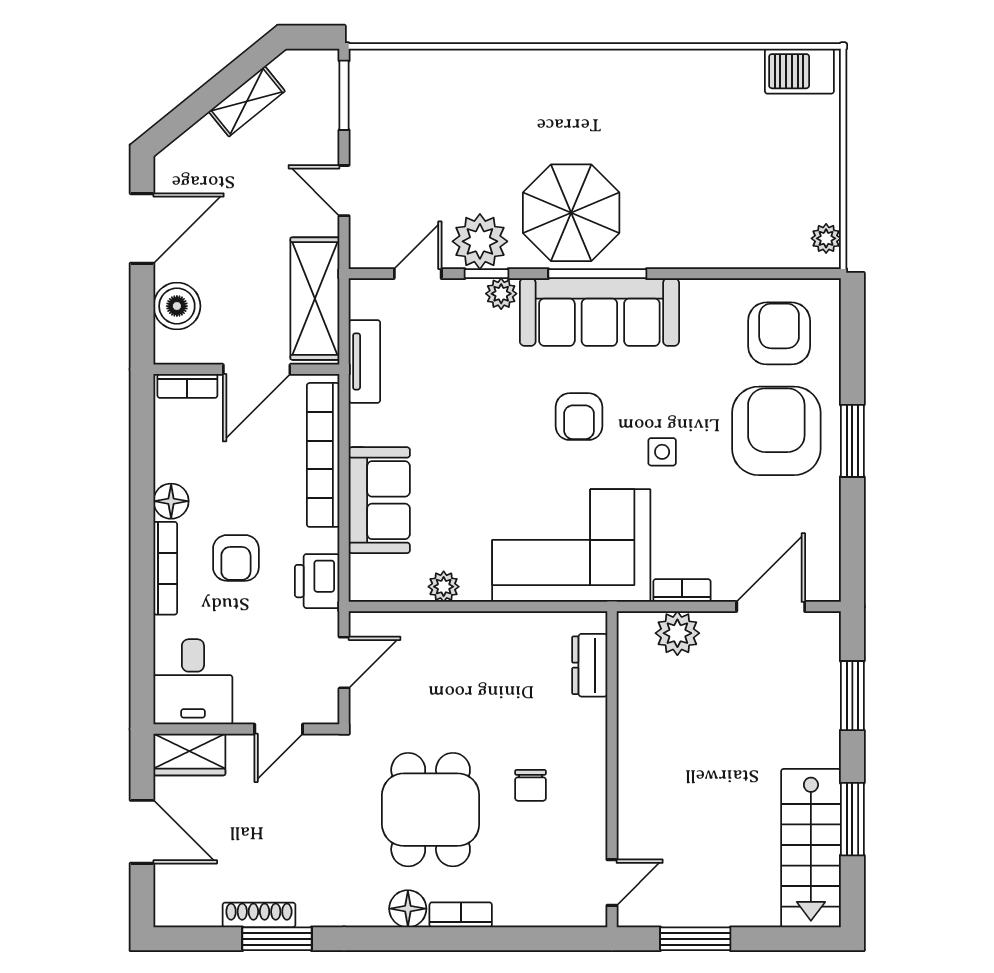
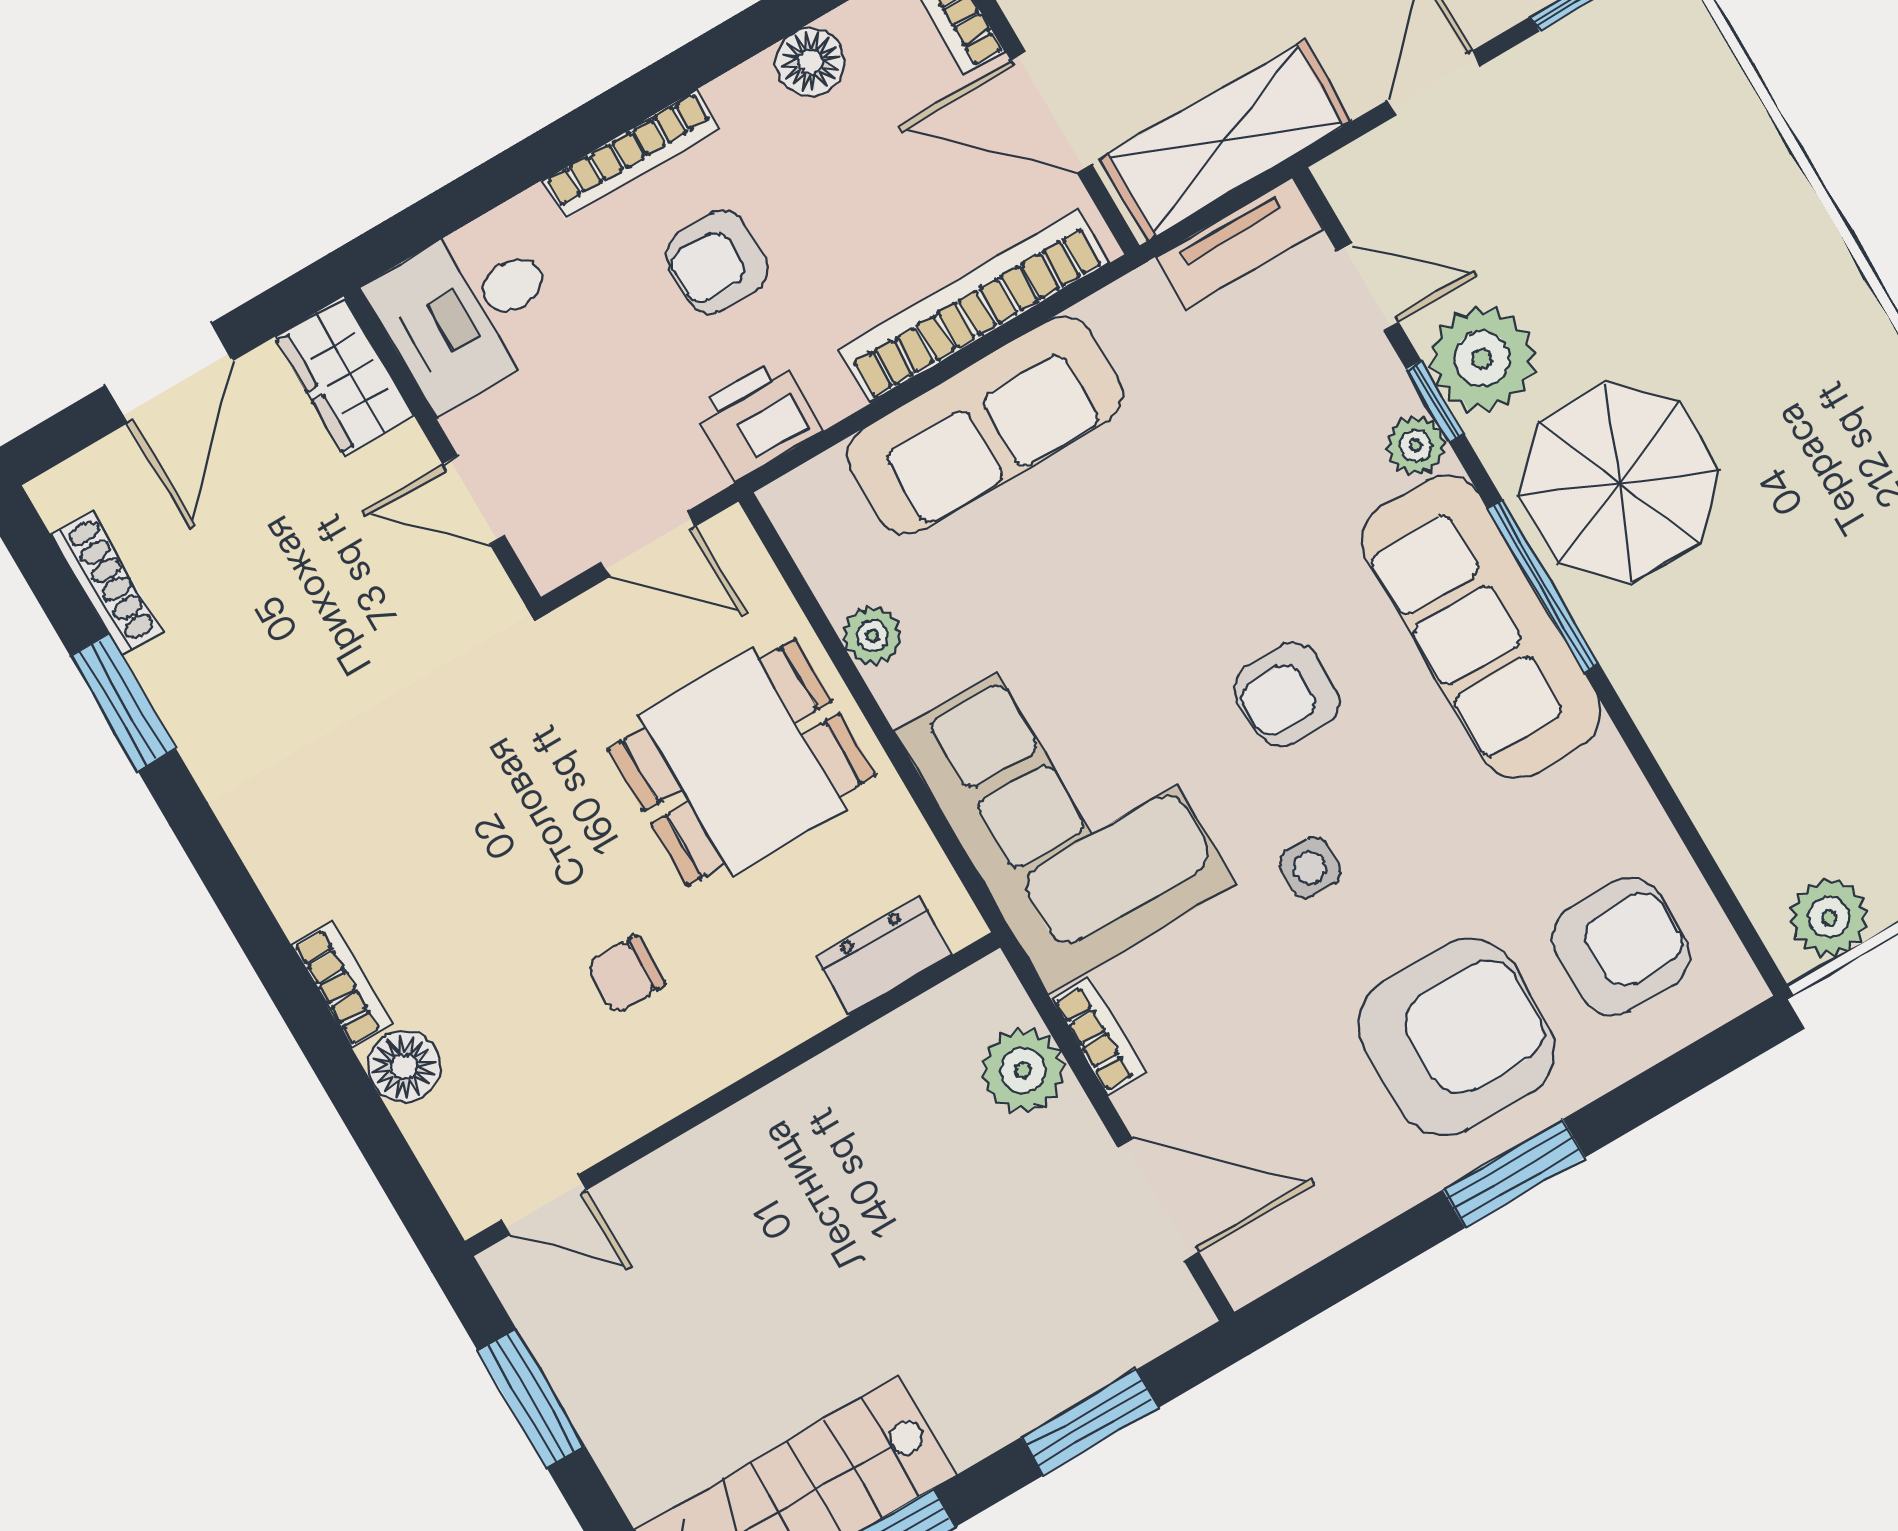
plant: (826, 238) -> (1829, 918), width x1.38, depth x1.38
tv unit: (364, 361) -> (1239, 243), moved
sofa: (379, 500) -> (985, 425), width x1.36
floor lamp: (171, 501) -> (810, 62), moved
dining table: (431, 810) -> (742, 762), moved
floor lamp: (408, 909) -> (404, 1067), moved
shoe rack: (259, 915) -> (106, 583), moved

